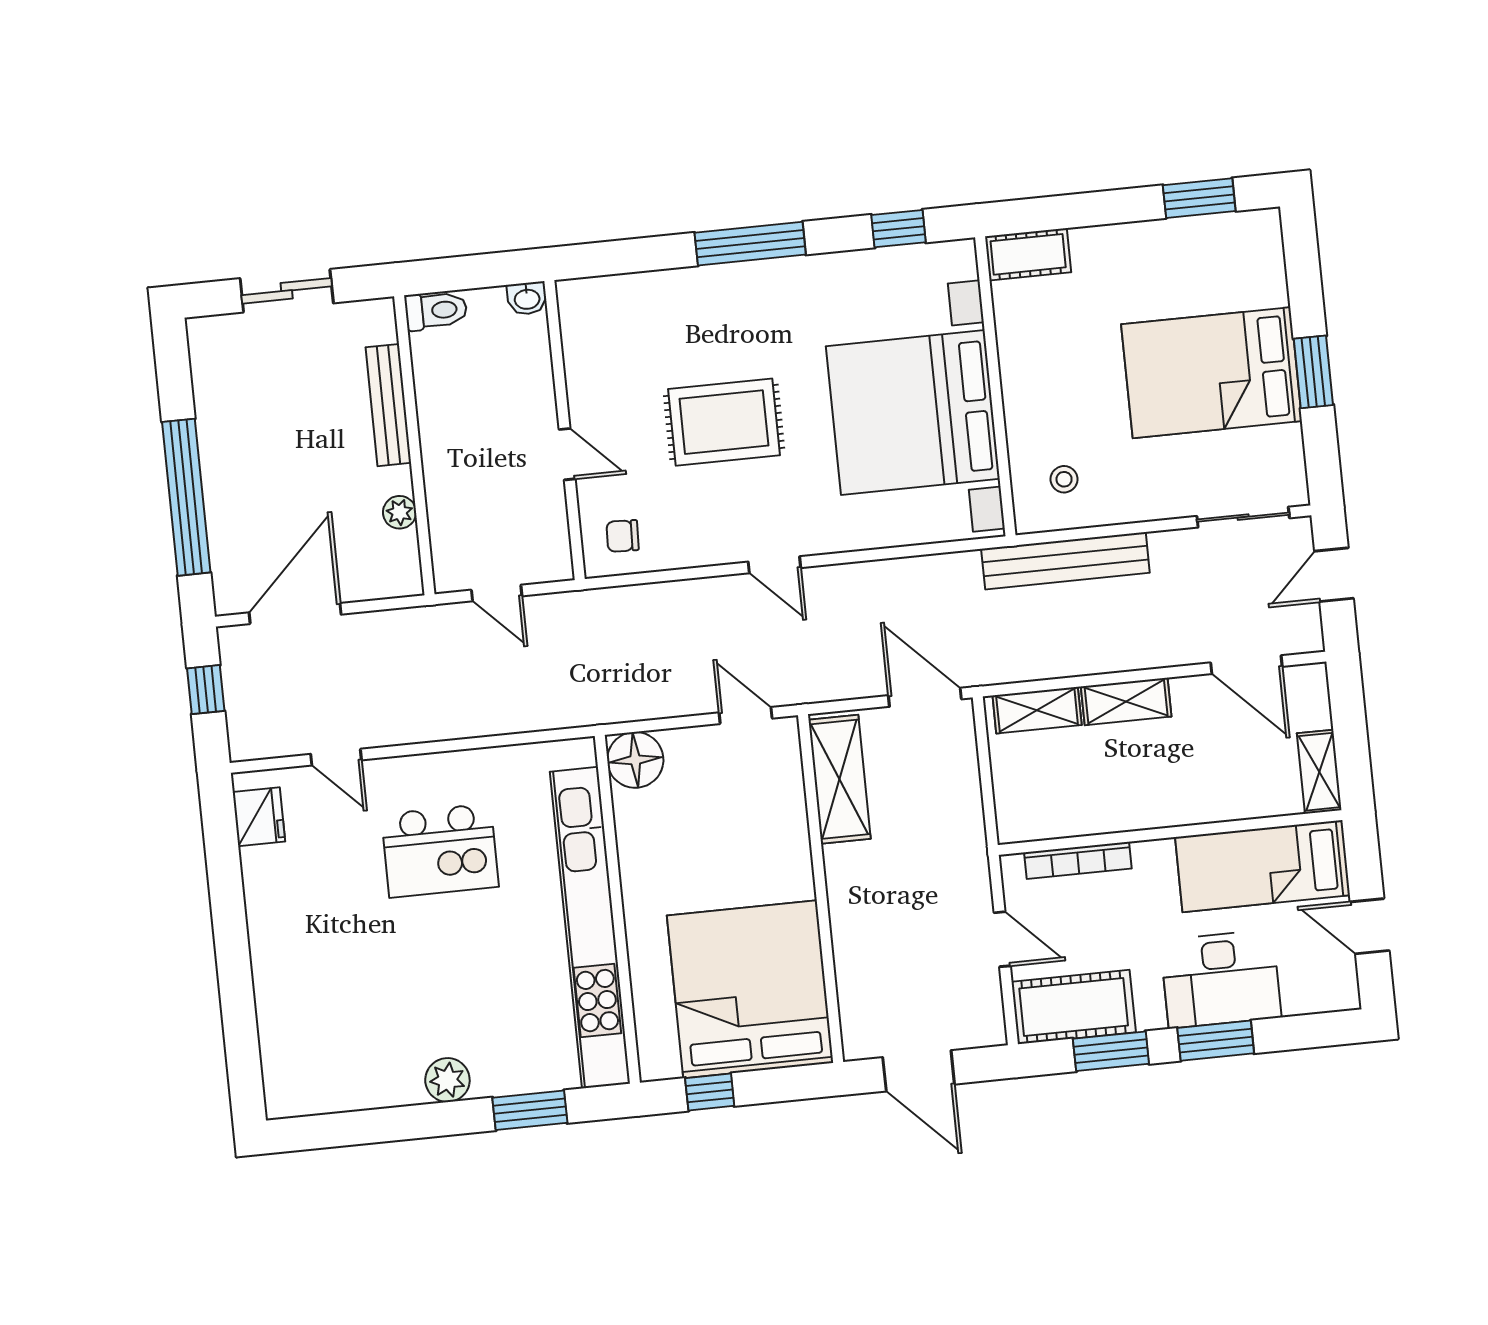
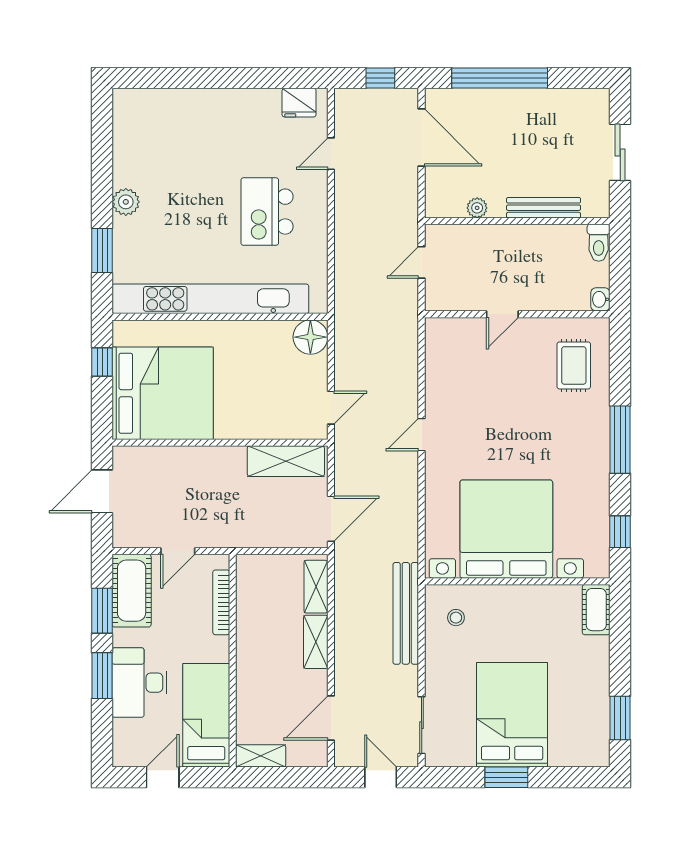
rug: (724, 422) -> (574, 365), moved, width x0.73, depth x0.70
chair: (623, 536) -> (449, 343), removed

